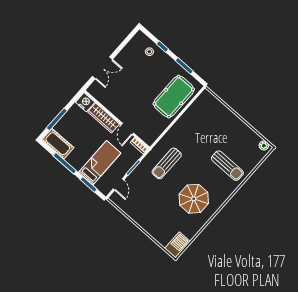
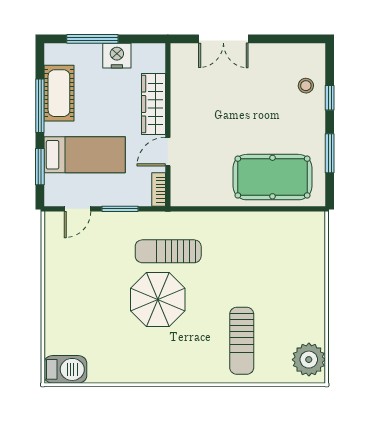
nightstand: (85, 102) -> (117, 56), moved, turned -90
cot: (58, 144) -> (59, 93), moved
plant: (264, 145) -> (309, 360), width x1.87, depth x1.87
parasol: (194, 199) -> (158, 299), moved

